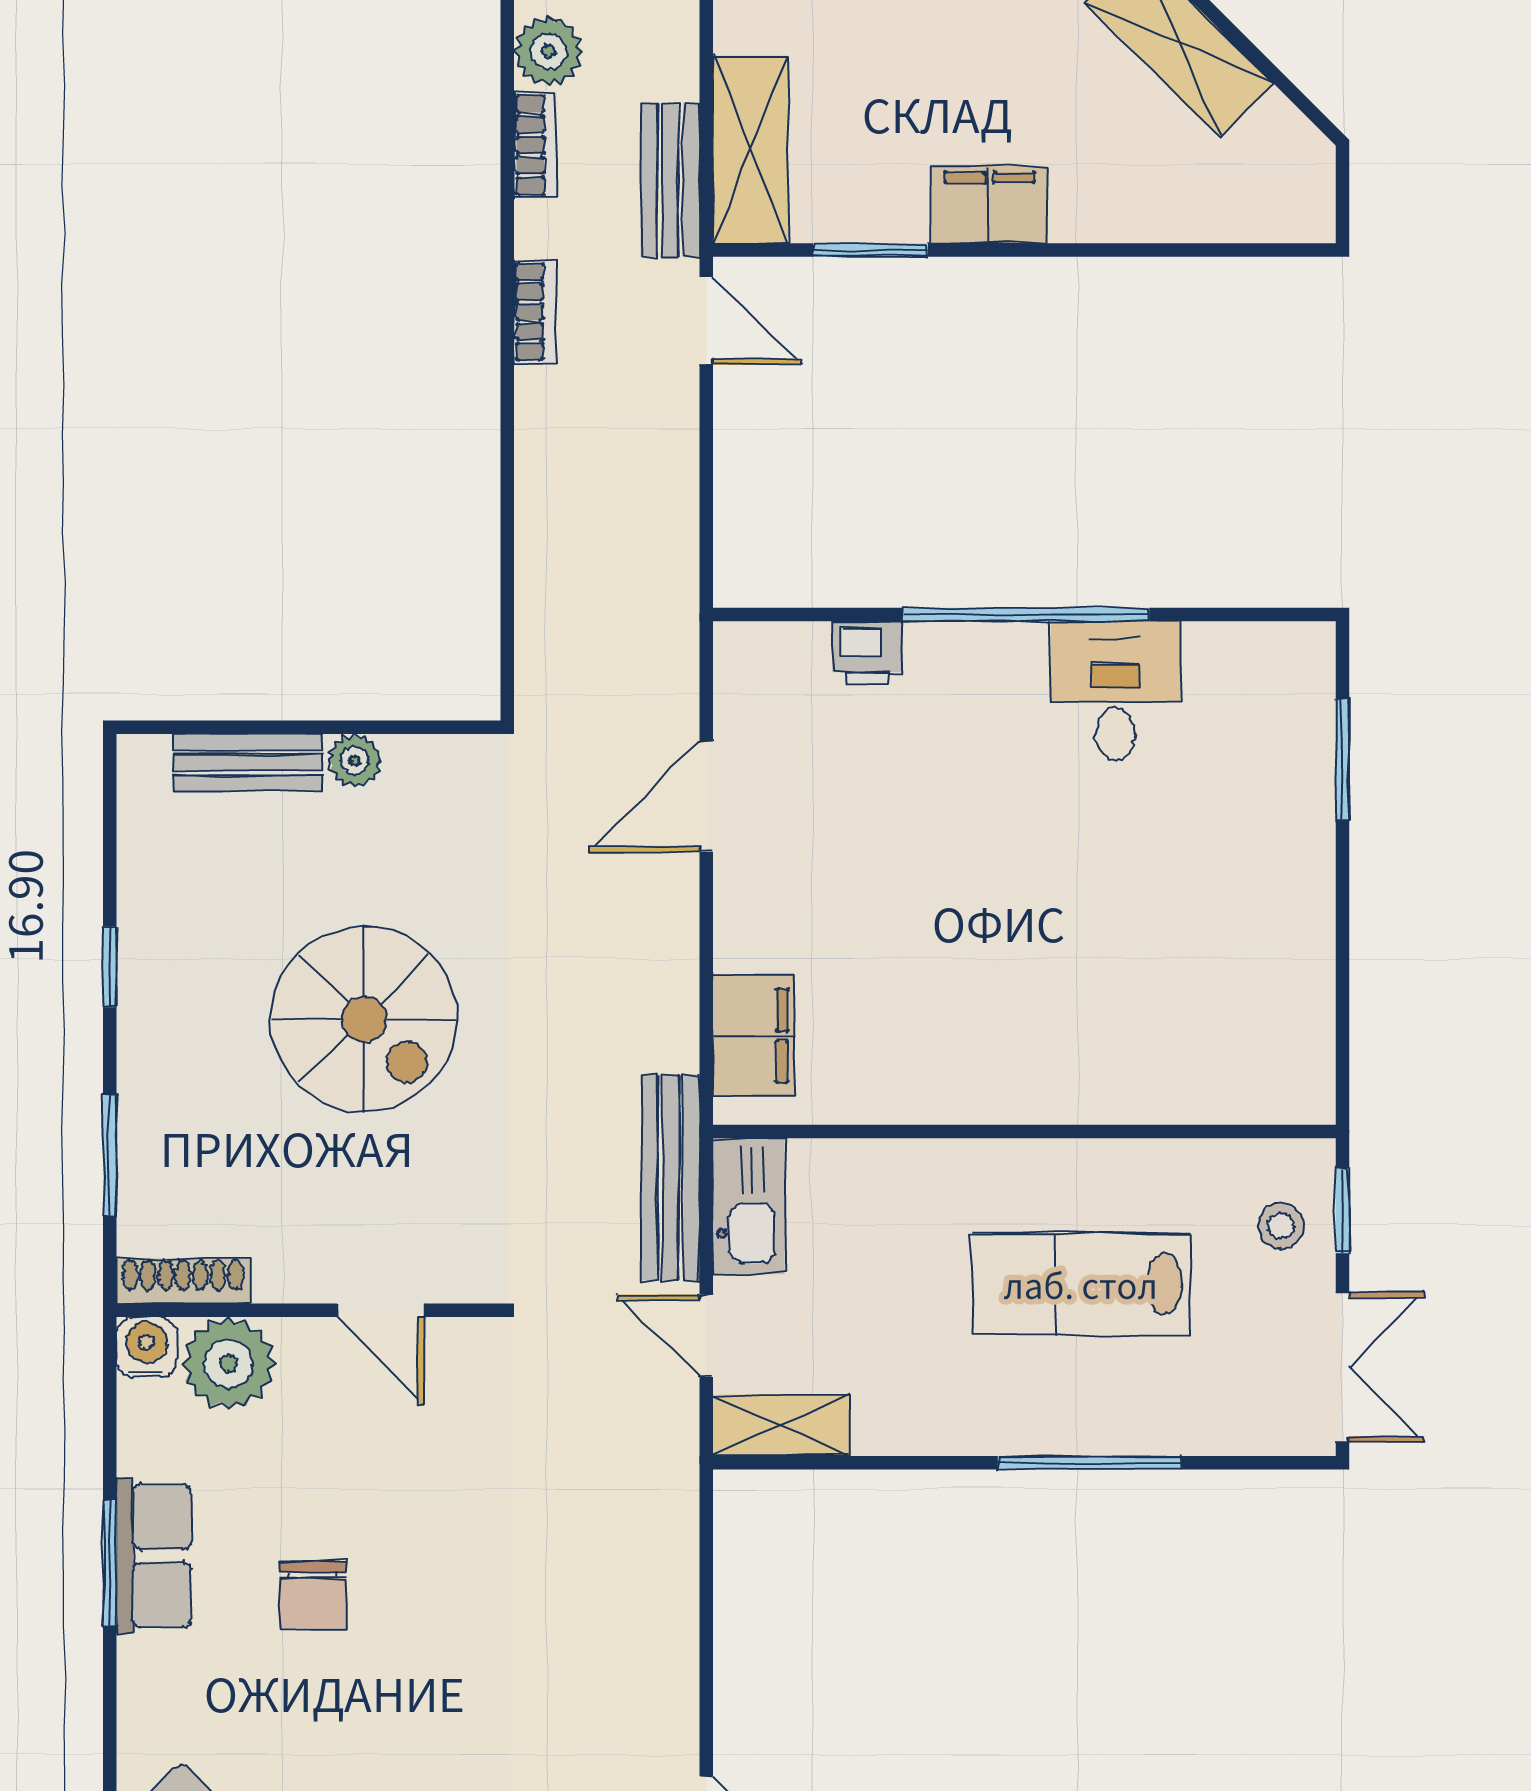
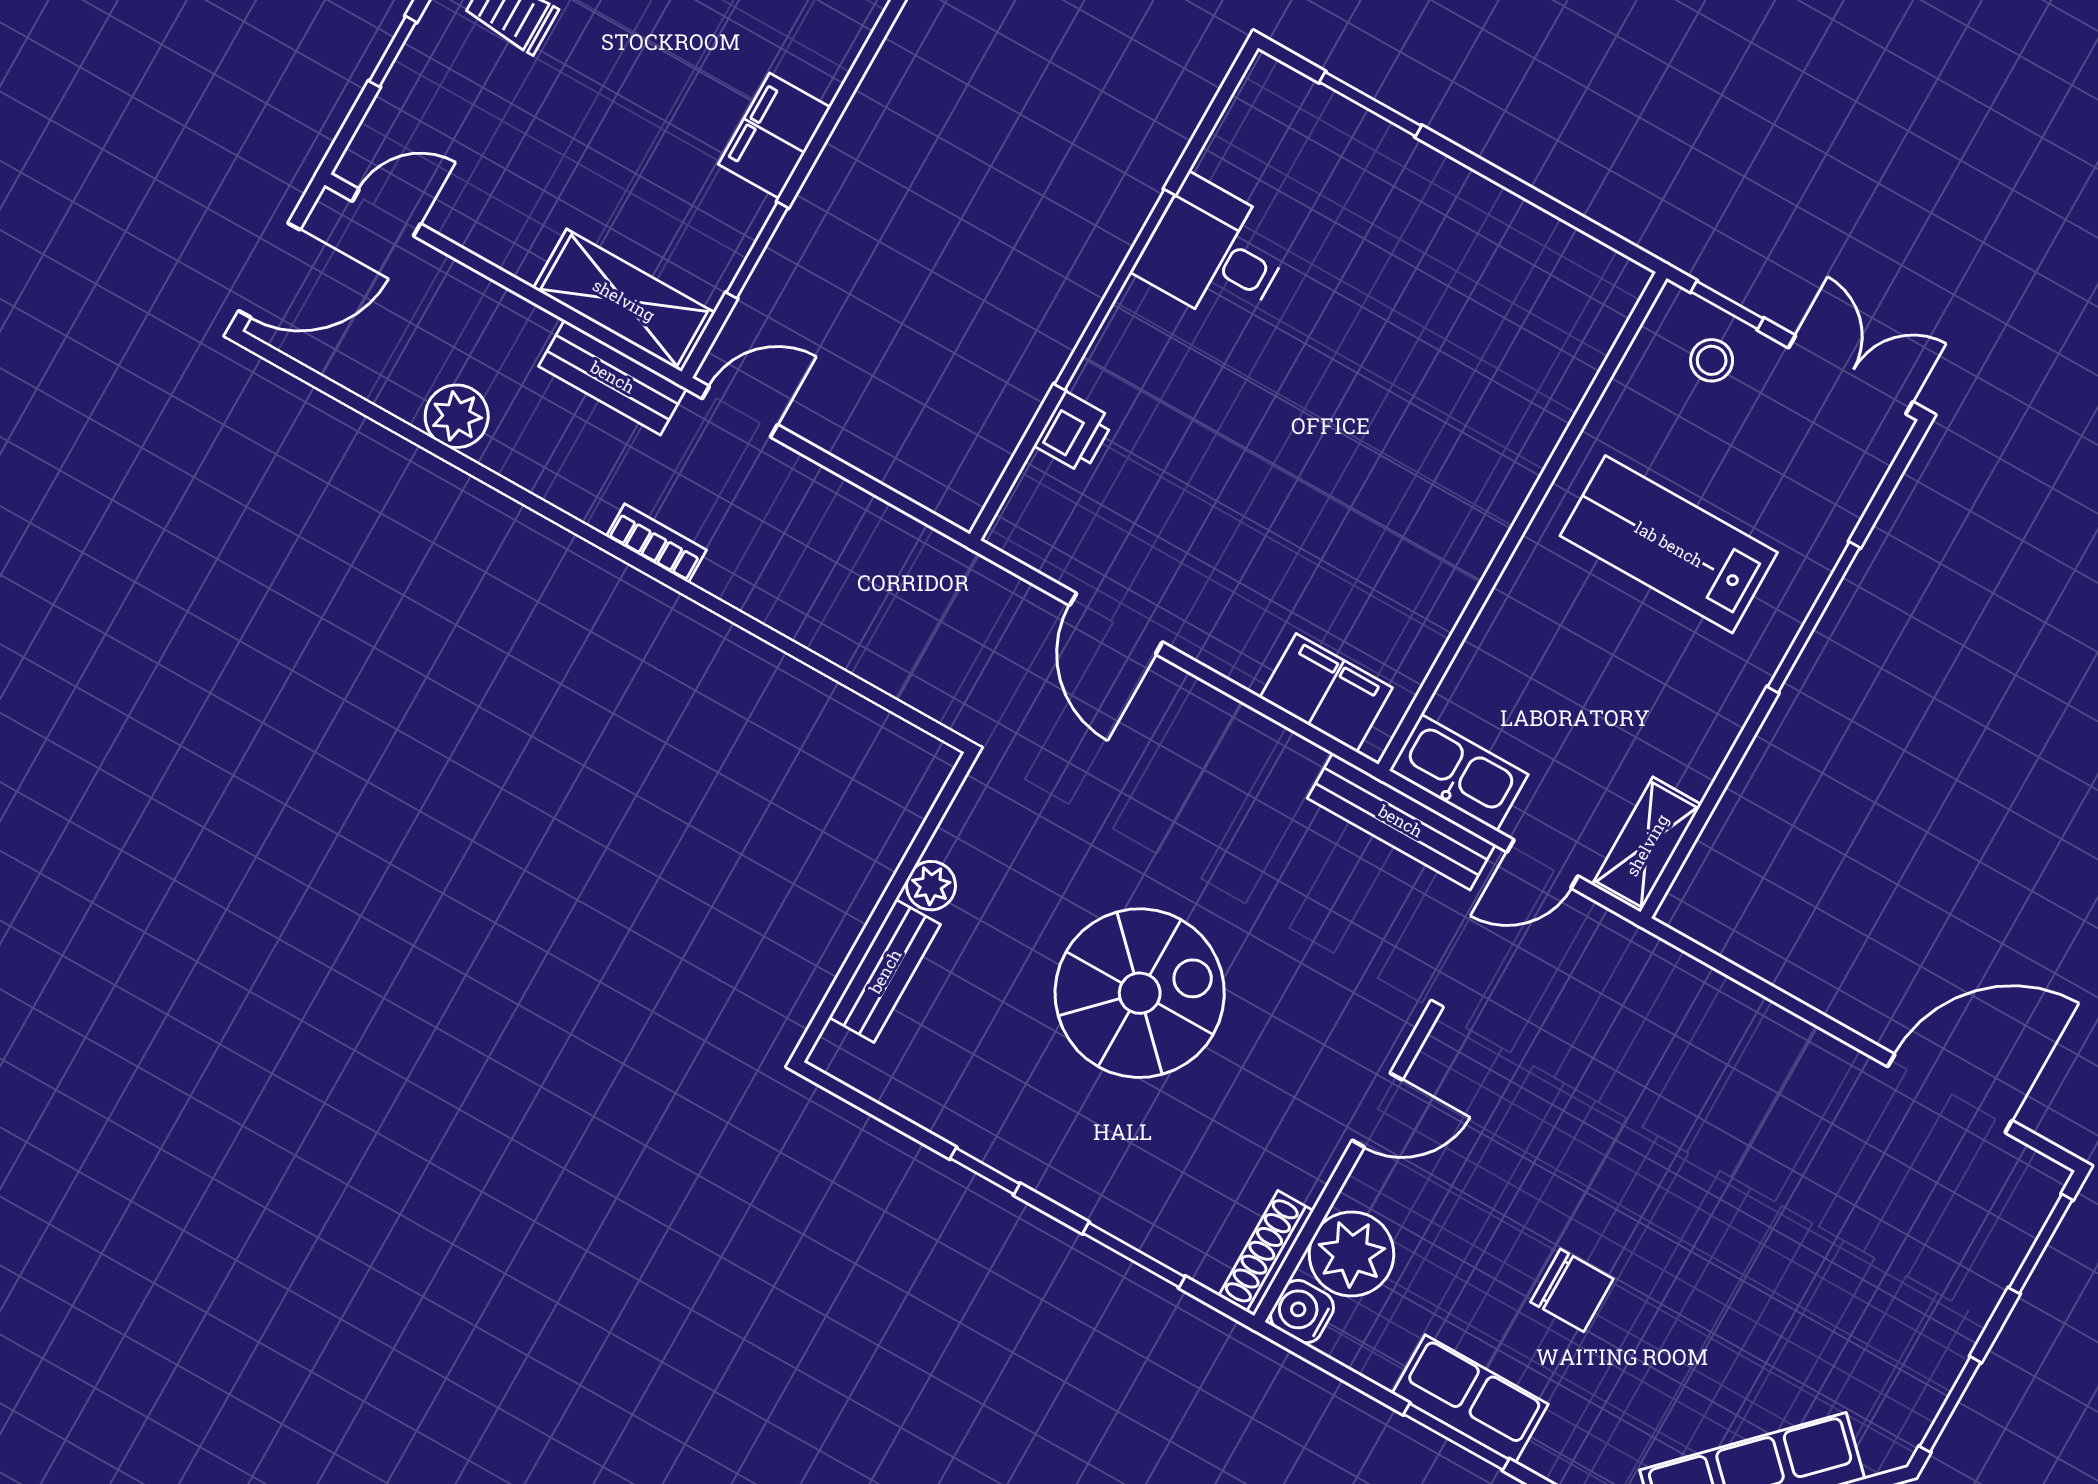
bookcase: (535, 145) -> (525, 468), removed
lab bench: (1081, 1284) -> (1669, 544), turned 90

